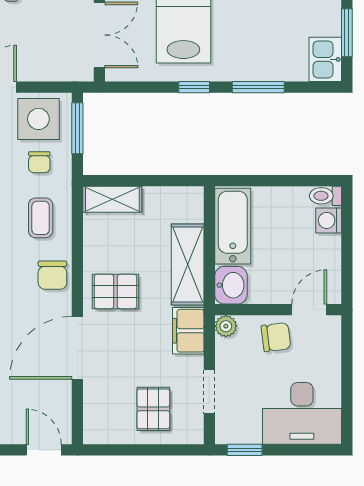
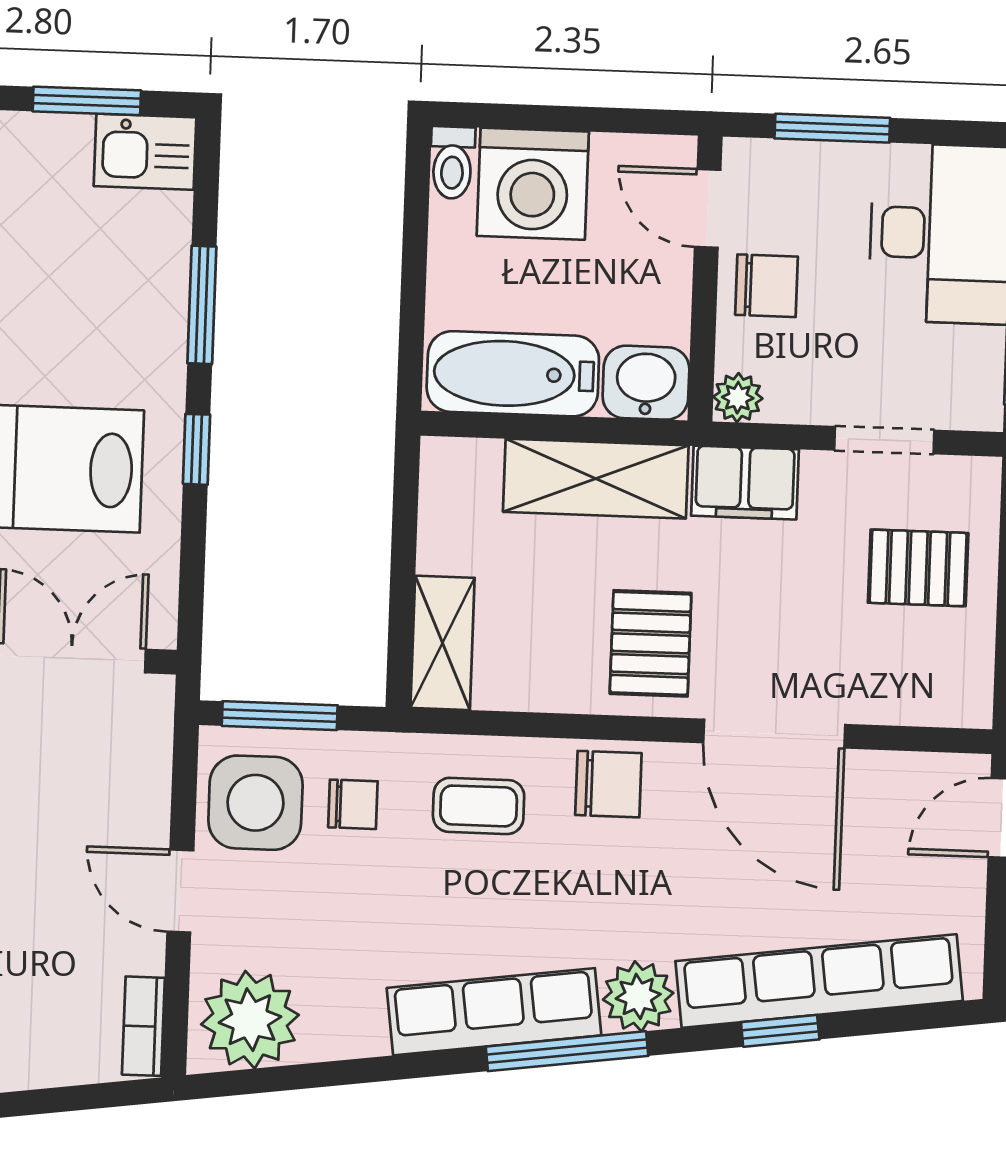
washing machine: (329, 220) -> (533, 184), width x1.89, depth x1.89
chair: (276, 337) -> (767, 286), turned 97
window: (347, 364) -> (832, 128), added

